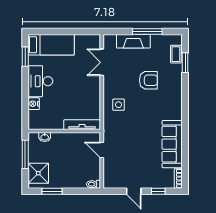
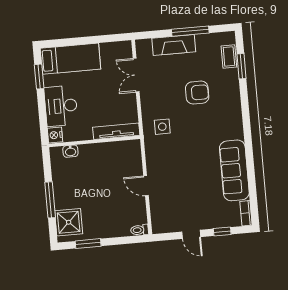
tv unit: (82, 125) -> (116, 131), moved
wall: (64, 131) -> (94, 141), moved
washbasin: (45, 137) -> (70, 151), moved

